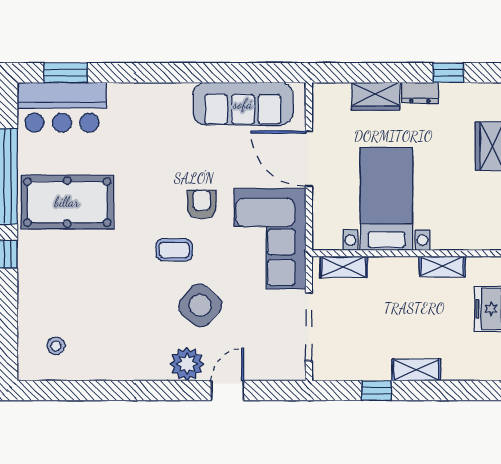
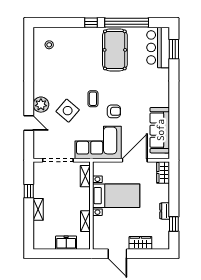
wardrobe: (376, 96) -> (163, 173), moved

